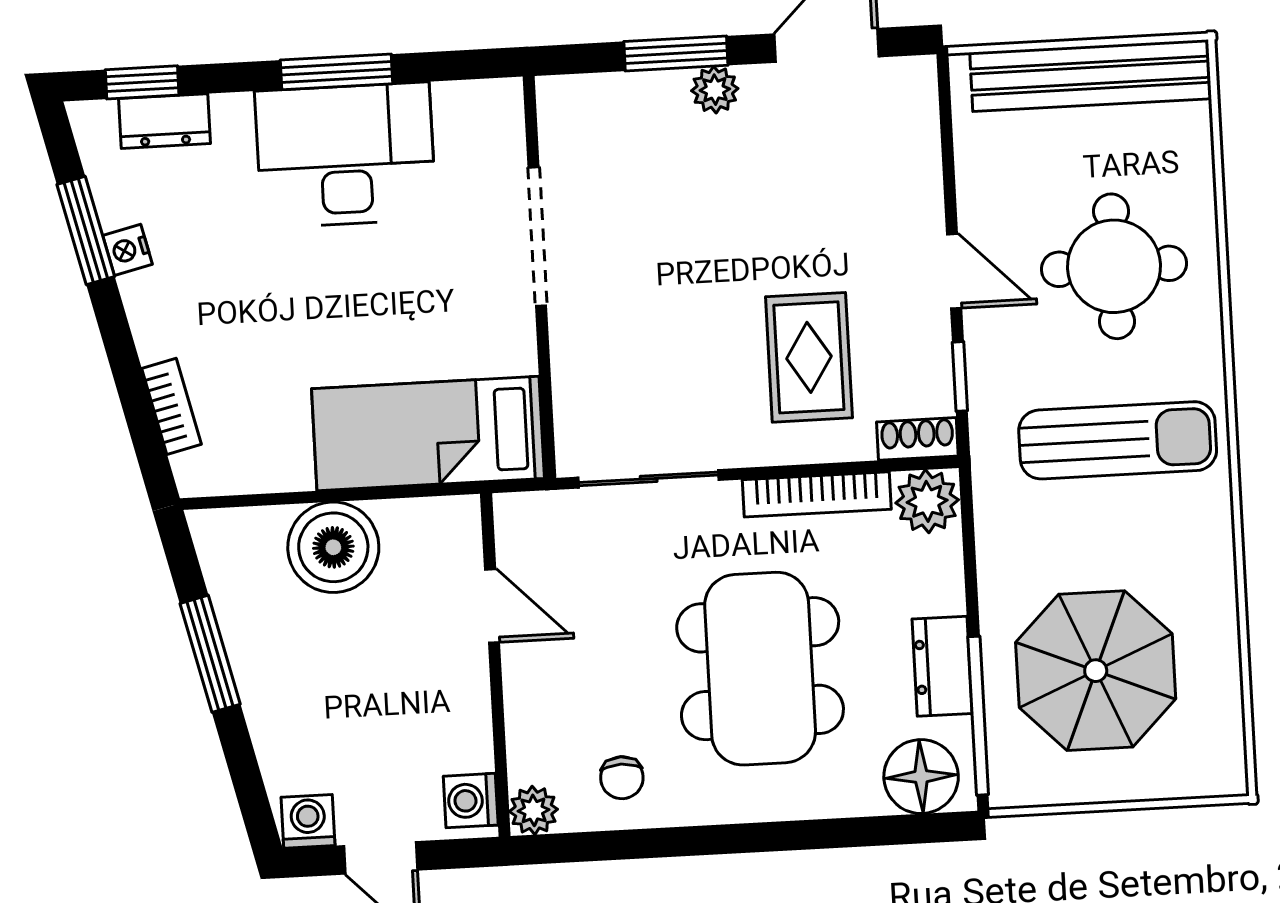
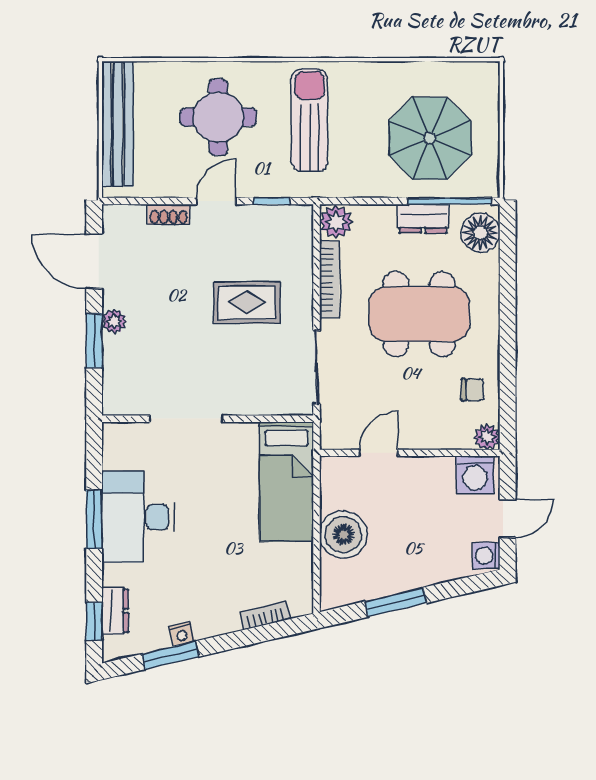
rug: (809, 357) -> (247, 302), moved
shoe rack: (917, 439) -> (169, 214), moved, turned -90
washing machine: (471, 801) -> (475, 475), width x1.38, depth x1.38

